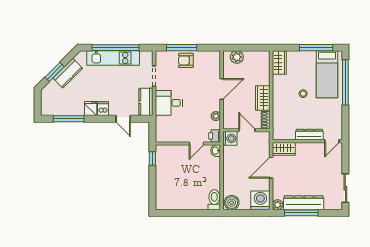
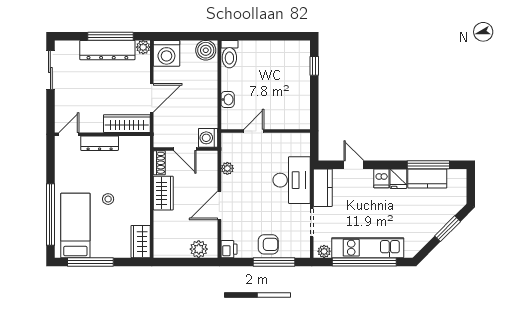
plant: (145, 55) -> (324, 251), added
kitchen counter: (68, 73) -> (427, 178), moved, turned -135
desk: (169, 103) -> (292, 180), width x1.37
printer: (215, 136) -> (229, 249), moved
wardrobe: (284, 149) -> (127, 124), width x1.50
washbasin: (216, 151) -> (228, 99), moved
window: (152, 159) -> (314, 66), moved

